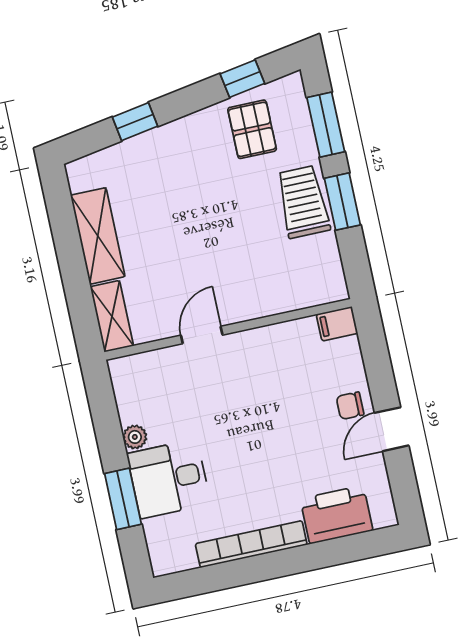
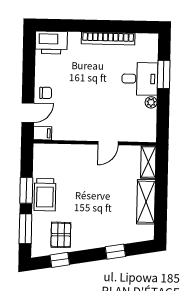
door: (392, 429) -> (28, 113), moved
printer: (337, 515) -> (51, 43), moved

